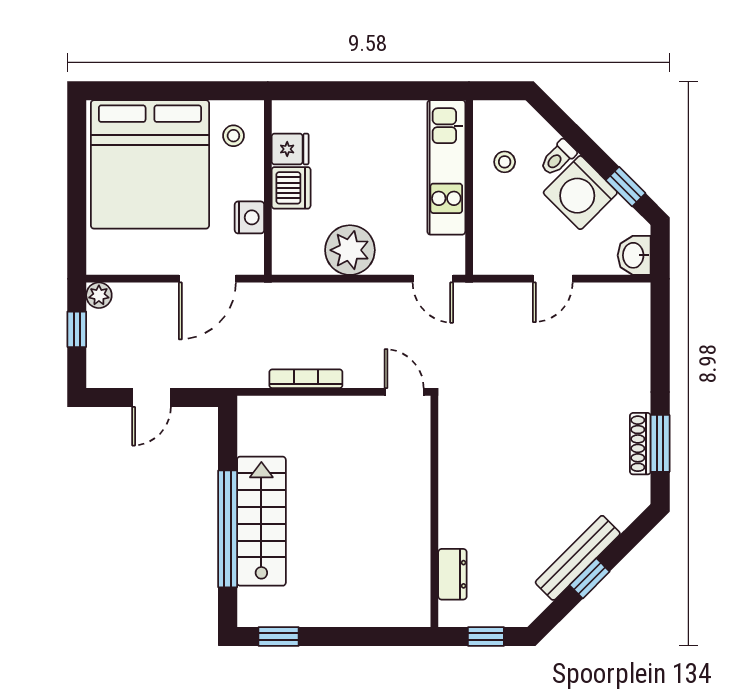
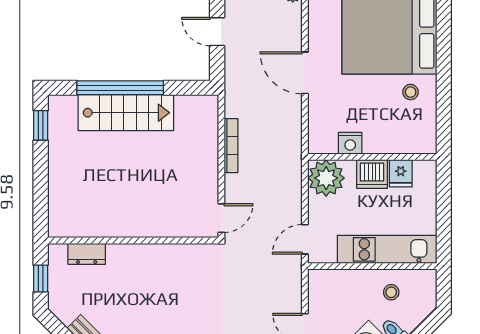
fridge: (290, 149) -> (401, 173), moved
wall: (268, 188) -> (372, 157), moved
dishwasher: (291, 188) -> (372, 174), moved
nightstand: (249, 217) -> (350, 143), moved

